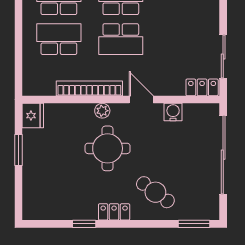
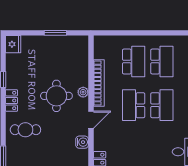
fridge: (33, 116) -> (13, 44), moved, turned -90
cafe table: (155, 192) -> (25, 130), turned 54

